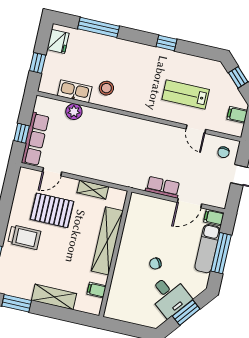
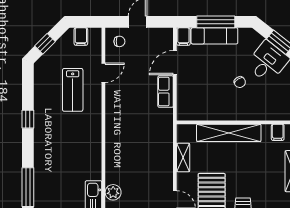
stool: (106, 88) -> (84, 167), removed
door: (190, 203) -> (175, 63), swing flipped

